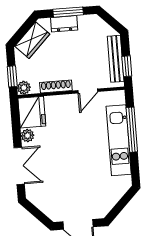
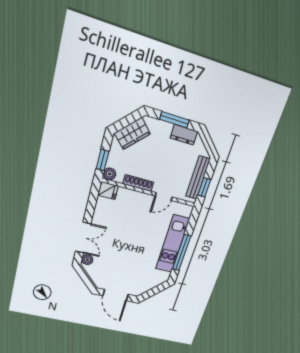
dresser: (64, 24) -> (184, 135), moved
fridge: (32, 112) -> (108, 191), width x0.53, depth x0.75
window: (132, 130) -> (182, 253), moved
plant: (28, 136) -> (87, 260), moved

